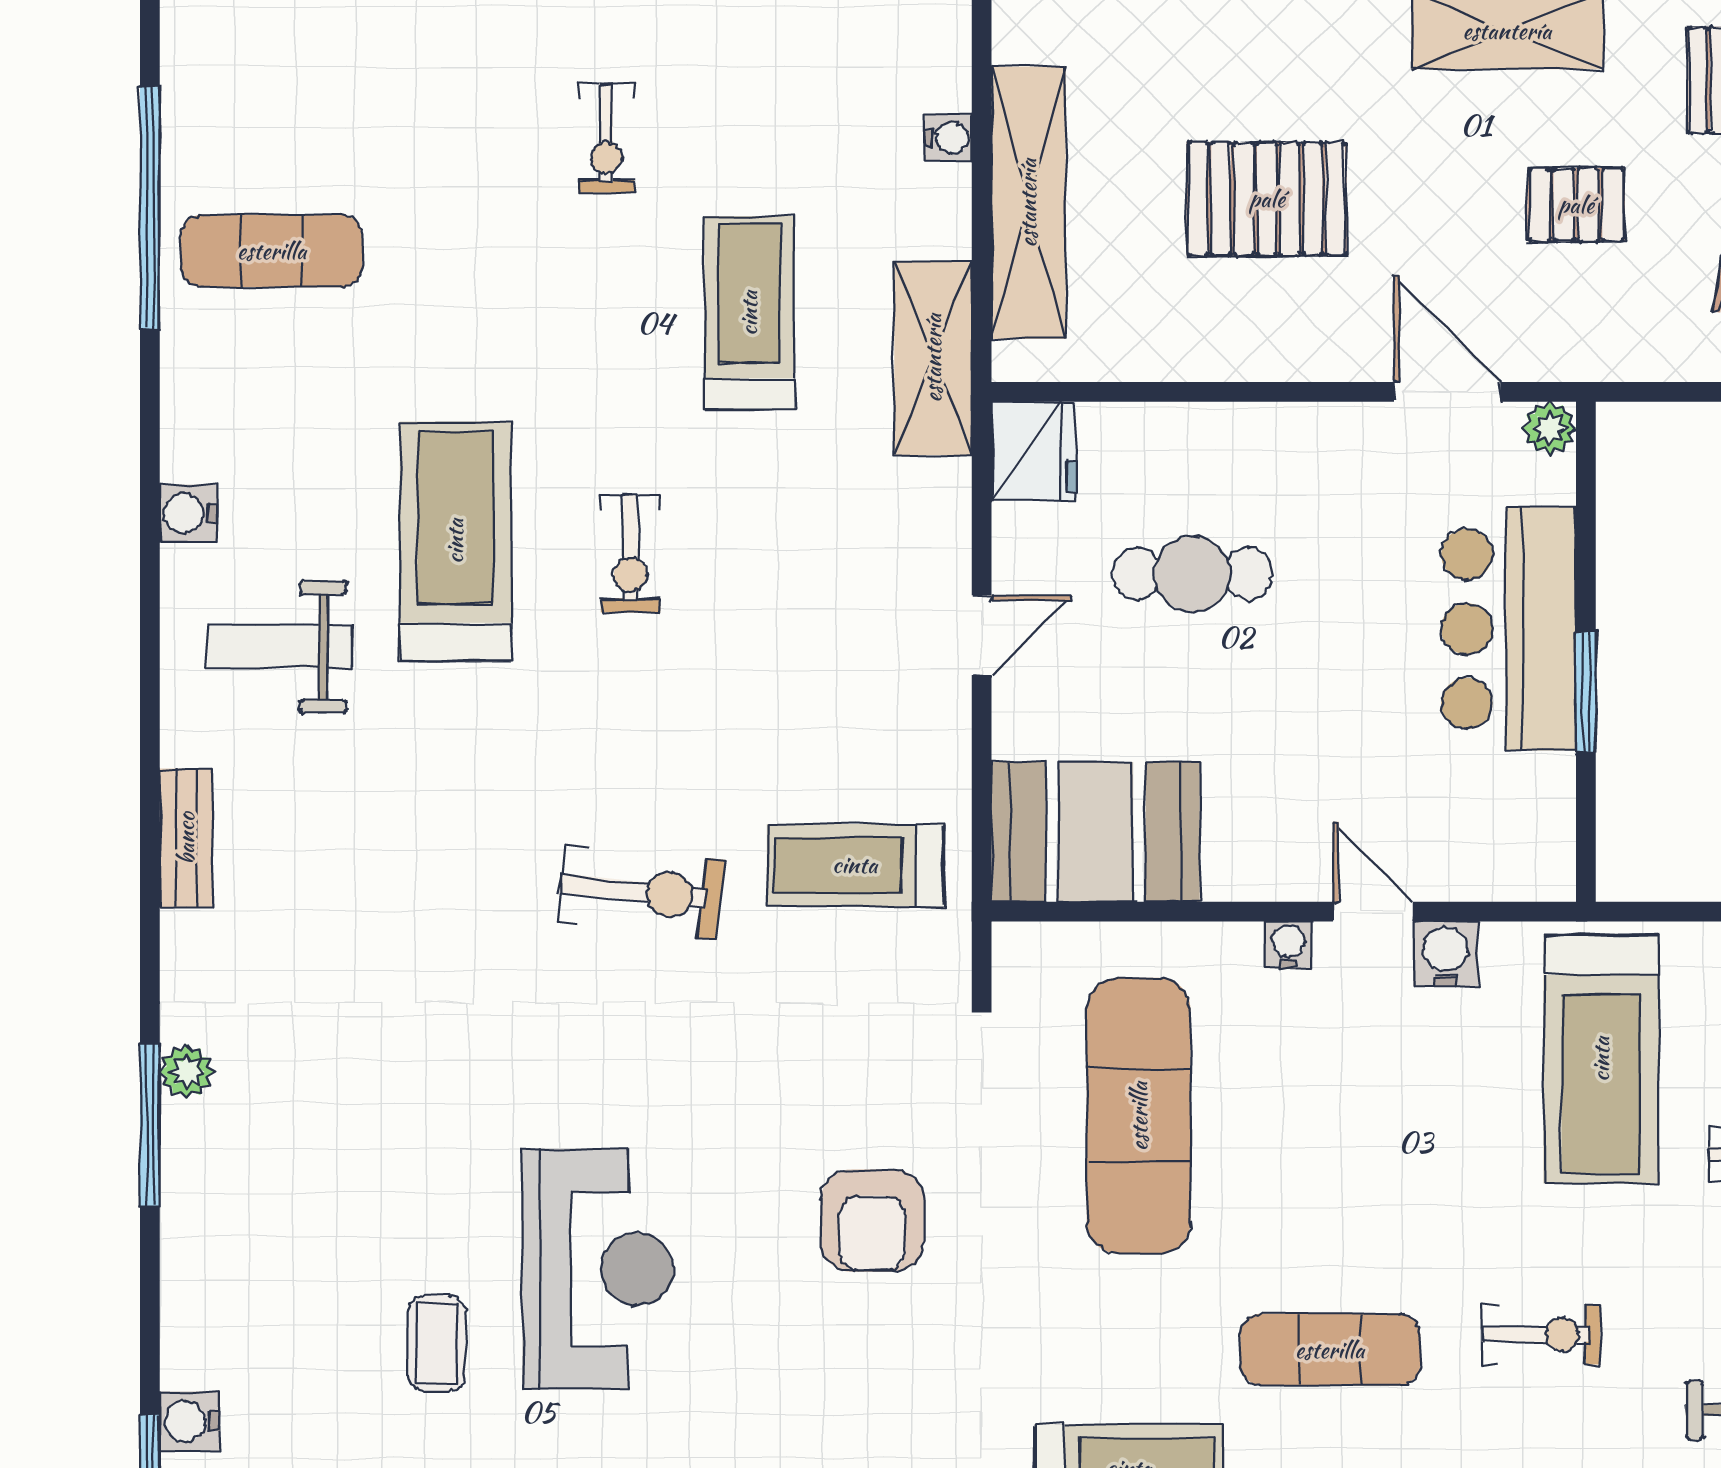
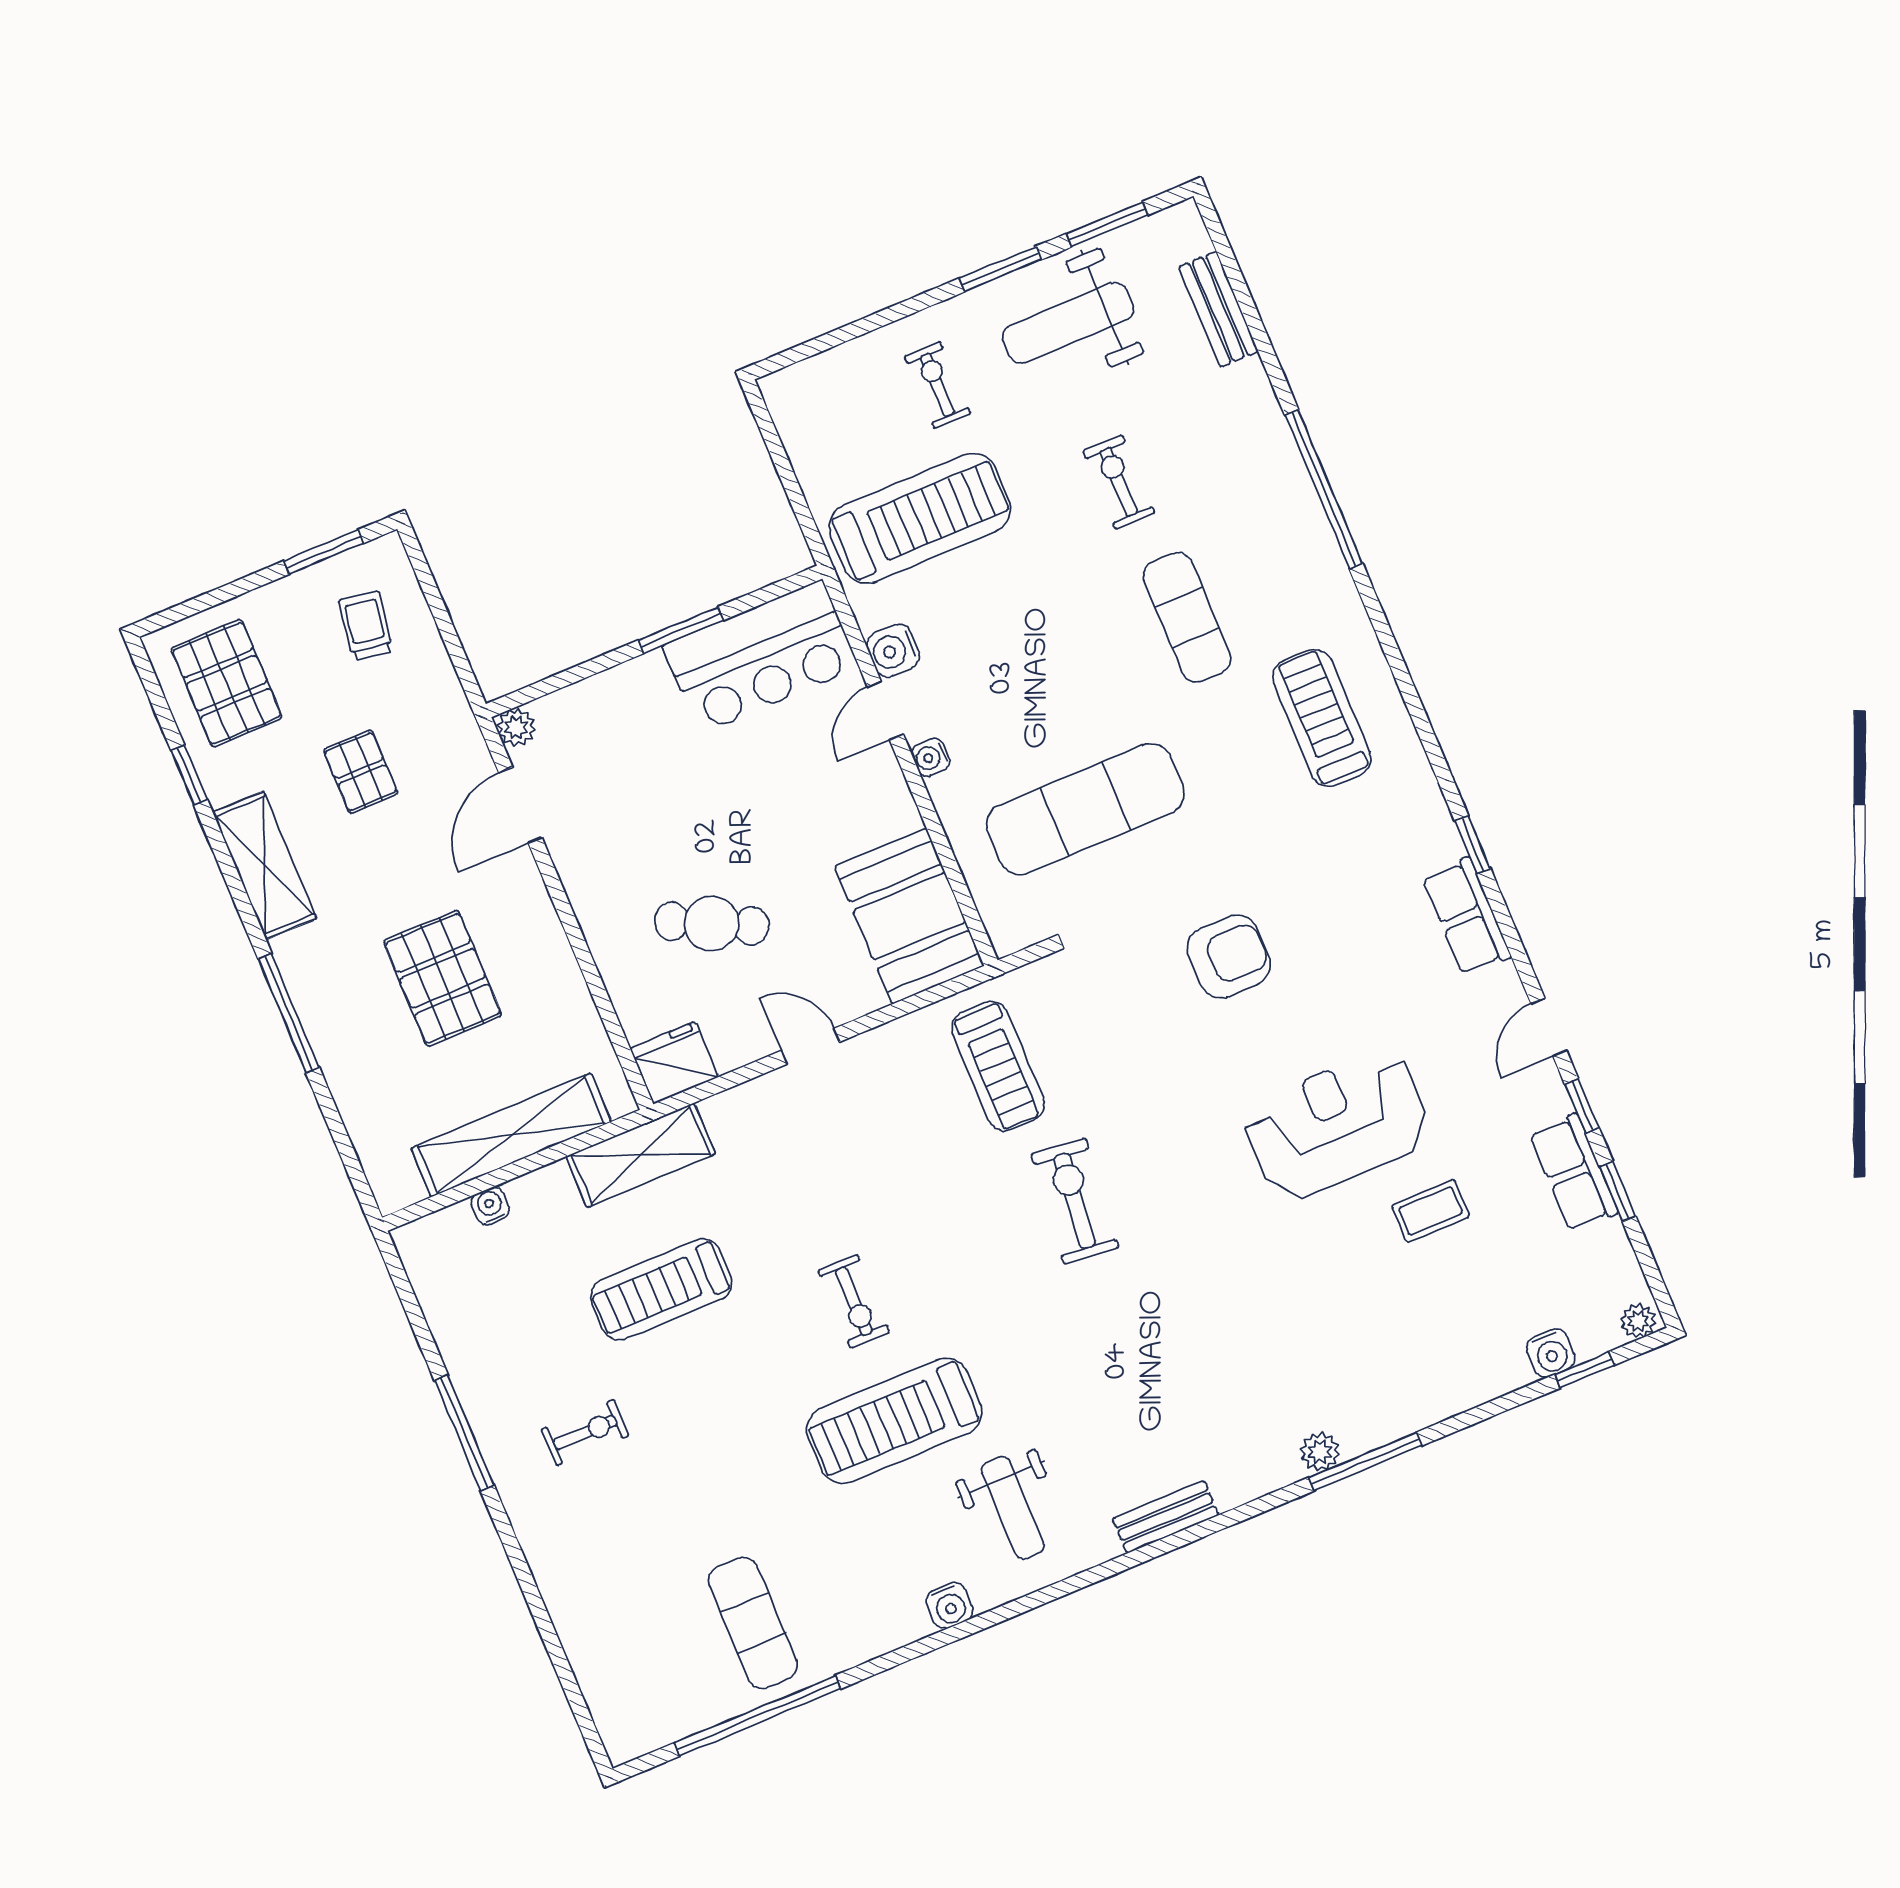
exercise bike: (631, 554) -> (854, 1301), turned 90
cafe table: (1192, 574) -> (712, 923), turned -64
bar counter: (1509, 629) -> (761, 657), moved

